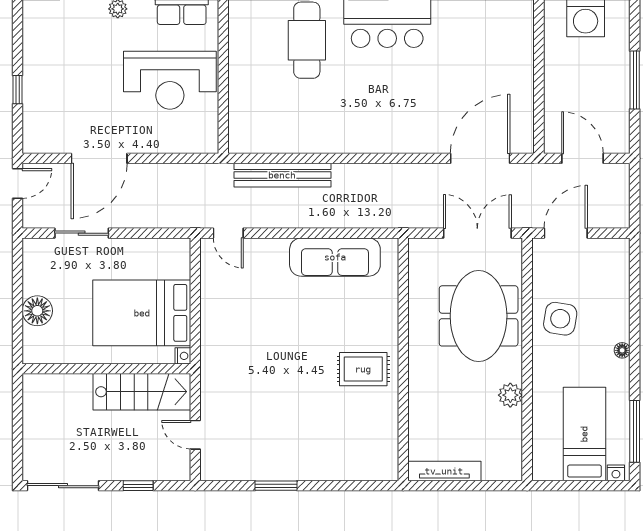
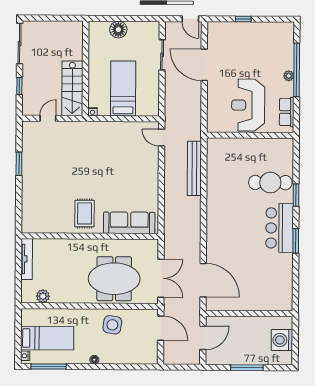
door: (228, 233) -> (162, 138), hinge flipped
sofa: (335, 257) -> (129, 223), moved, turned 90
bed: (142, 313) -> (123, 89), width x0.67
plant: (510, 395) -> (43, 296), moved

